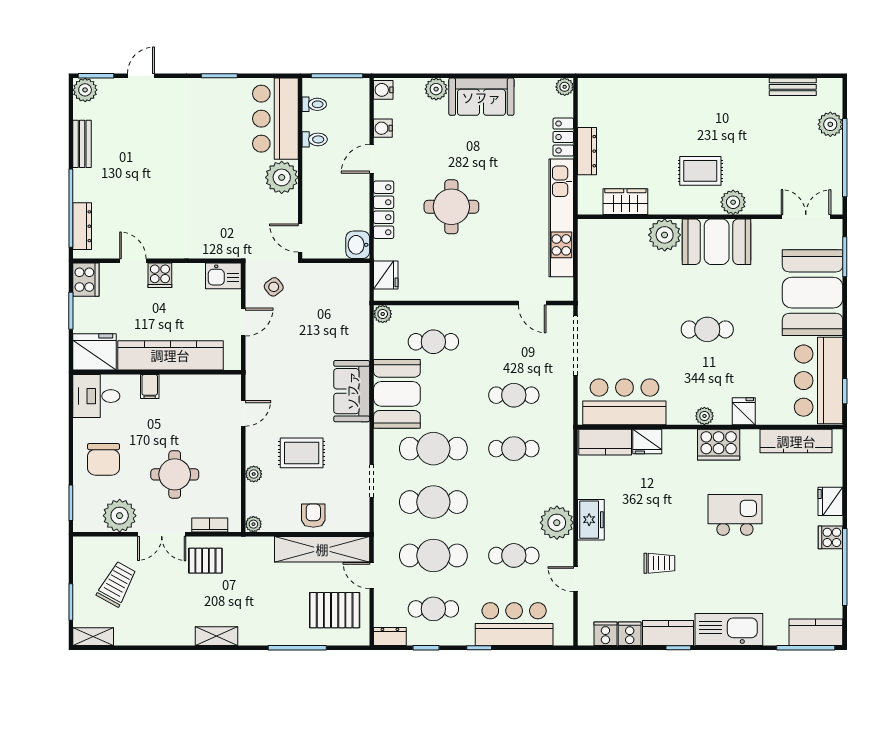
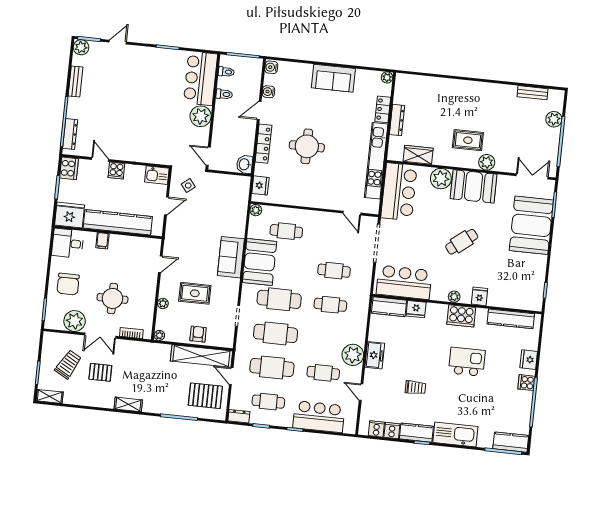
plant: (436, 89) -> (305, 70), removed
cafe table: (707, 329) -> (462, 242), turned -38
bar counter: (819, 381) -> (399, 192), moved, turned 180
pallet: (205, 561) -> (100, 372), moved

